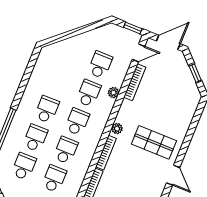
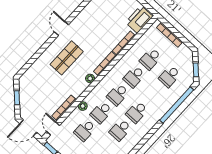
door: (139, 53) -> (53, 128), hinge flipped
school desk: (35, 138) -> (120, 130), moved
shop shelf: (154, 142) -> (67, 58), turned 90

